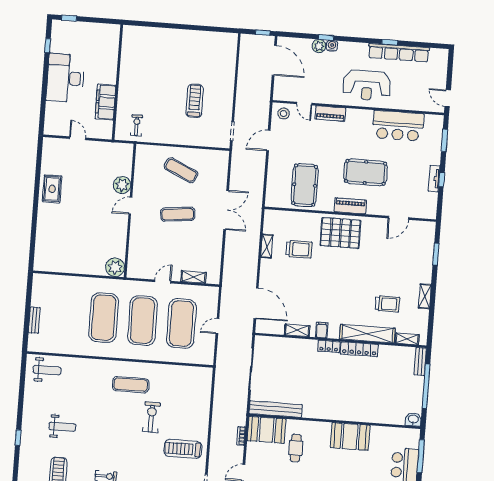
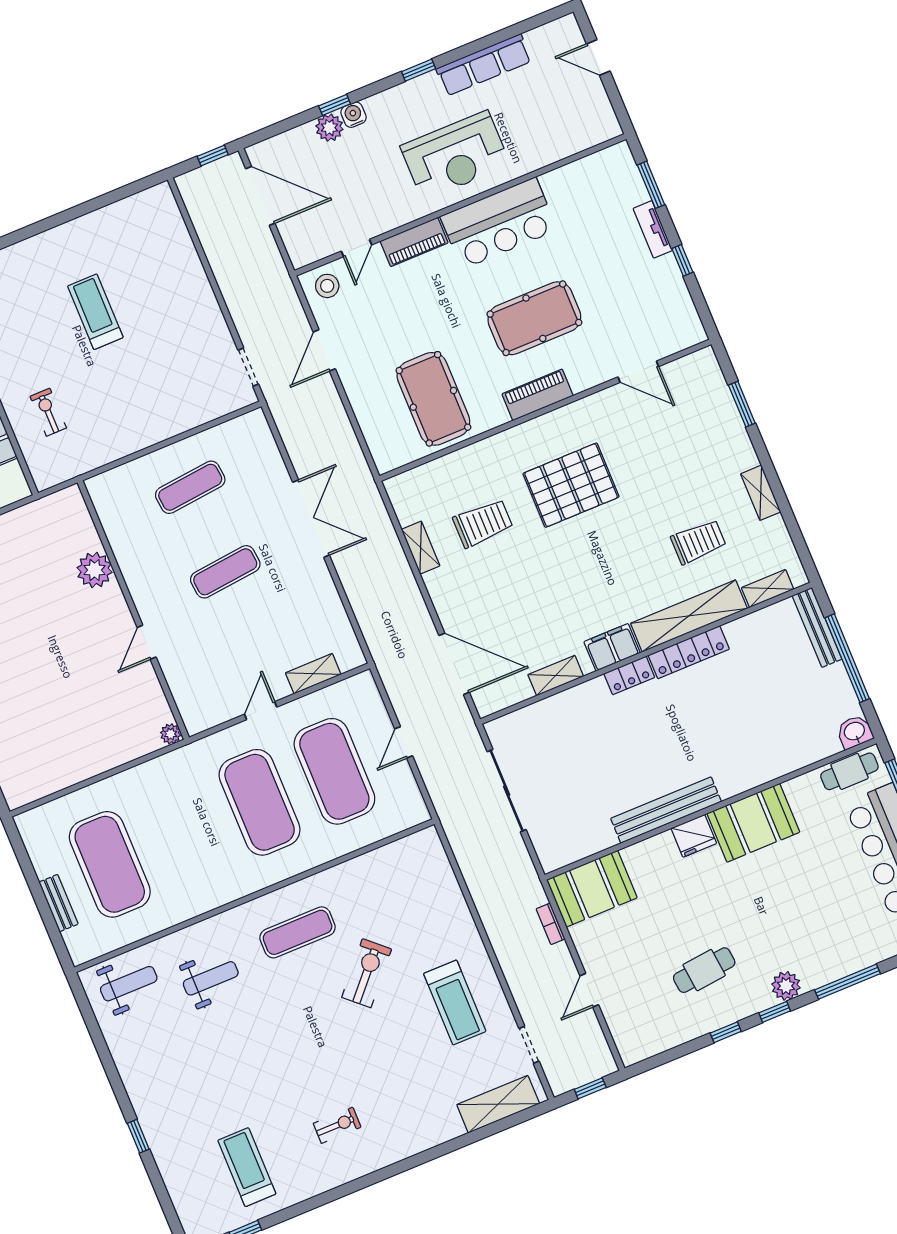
window: (390, 42) -> (419, 70), moved
row of seats: (399, 53) -> (484, 65), width x0.73
door: (448, 98) -> (598, 58), moved
treadmill: (195, 101) -> (95, 312), moved
door: (304, 104) -> (357, 248), hinge flipped
exercise bike: (137, 125) -> (48, 412), moved
bar counter: (398, 126) -> (499, 223), moved
exercise mat: (181, 170) -> (190, 487), turned -30
tv unit: (434, 179) -> (653, 229), moved
door: (130, 206) -> (147, 642), moved
door: (398, 218) -> (638, 372), hinge flipped
pallet: (340, 233) -> (571, 485), moved
plant: (115, 267) -> (171, 734), width x0.53, depth x0.53
exercise mat: (104, 318) -> (110, 864), moved
filing cabinet: (322, 330) -> (612, 647), width x2.00
bench: (420, 361) -> (817, 627), width x1.36
bench: (276, 409) -> (666, 810), moved
exercise bike: (151, 417) -> (367, 973), turned 41
weight bench: (62, 427) -> (211, 978), moved
fridge: (322, 429) -> (694, 836), added
cafe table: (296, 448) -> (849, 771), moved, turned 90
treadmill: (183, 449) -> (455, 1002), turned -90

